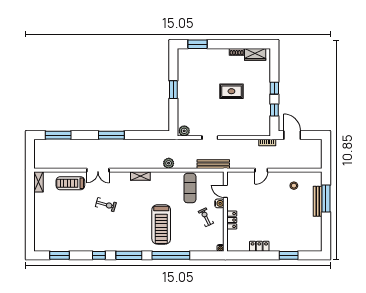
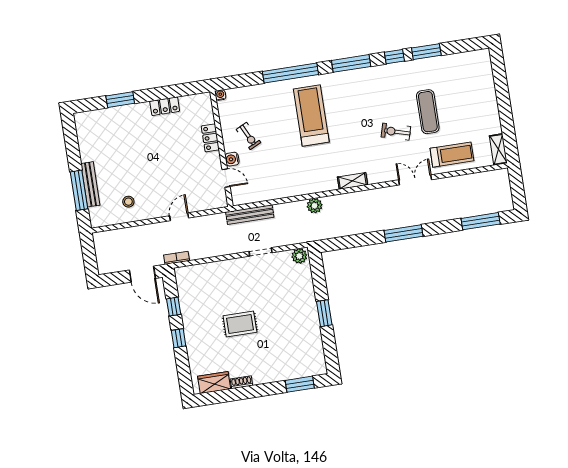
exercise mat: (190, 188) -> (428, 112), moved
window: (59, 255) -> (426, 52), moved

